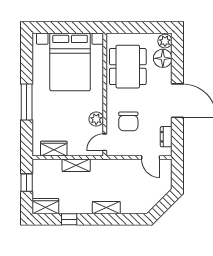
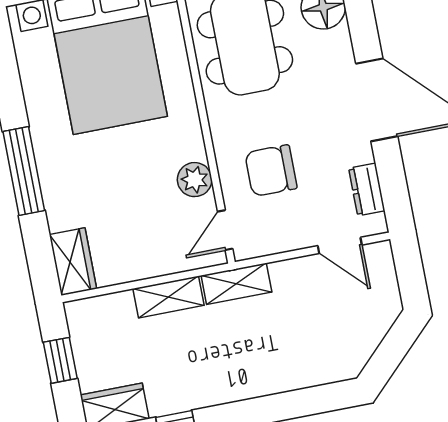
chair: (128, 121) -> (271, 171), turned 90
wardrobe: (54, 149) -> (73, 262), moved, turned 90
shelving: (106, 208) -> (236, 284), moved

